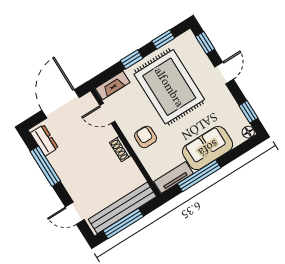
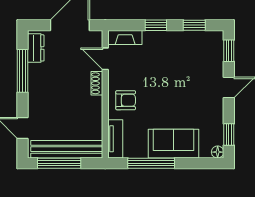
rug: (169, 87) -> (174, 70), removed
armchair: (146, 137) -> (126, 100), turned 90
shoe rack: (120, 149) -> (97, 83), moved
tv unit: (173, 178) -> (115, 139), moved, turned 90

